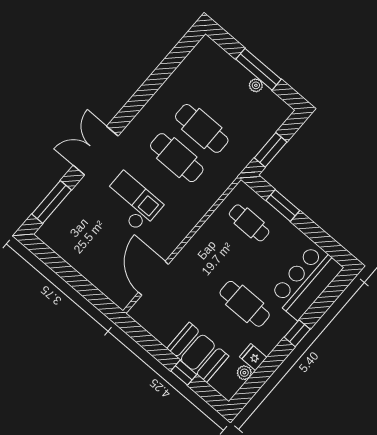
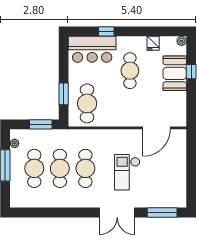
plant: (256, 85) -> (15, 143), moved
cafe table: (227, 99) -> (34, 168), added
cafe table: (249, 223) -> (87, 103), width x1.37, depth x1.35
window: (297, 333) -> (106, 31), moved
plant: (244, 373) -> (182, 41), moved

